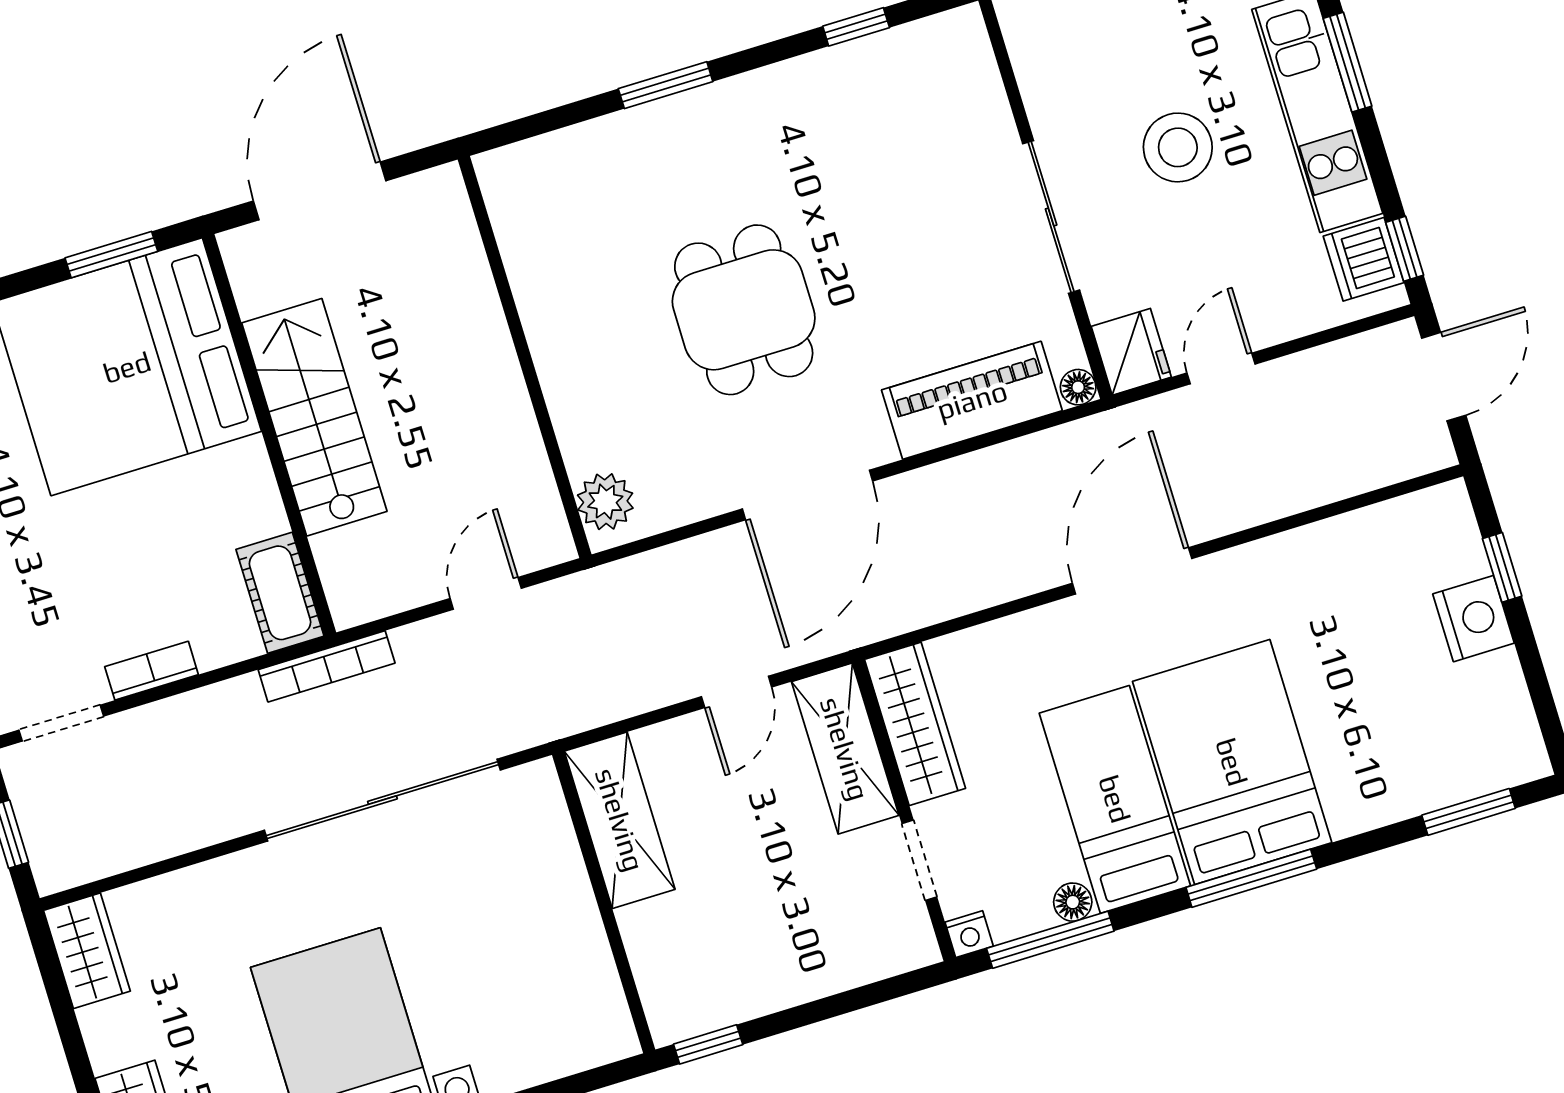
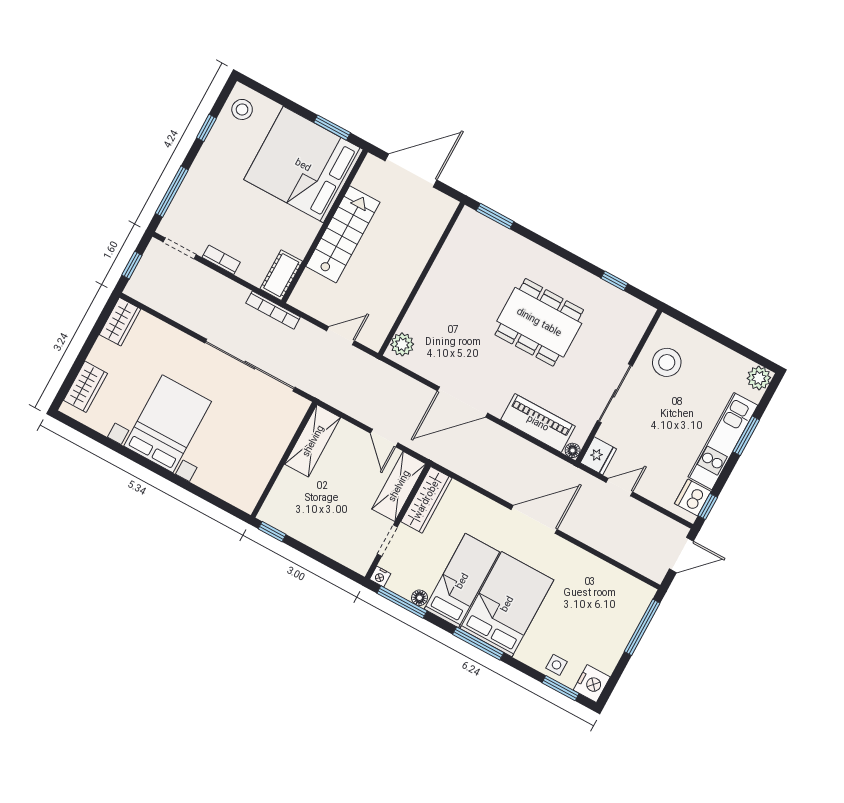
window: (666, 85) -> (495, 216), moved
stool: (1178, 147) -> (667, 362), moved
dining table: (744, 310) -> (539, 322), moved, width x1.37
window: (1502, 567) -> (642, 627), width x2.17
nightstand: (1473, 619) -> (592, 684), moved
door: (737, 692) -> (384, 438), hinge flipped
side table: (1422, 779) -> (556, 665), added

